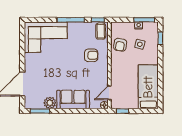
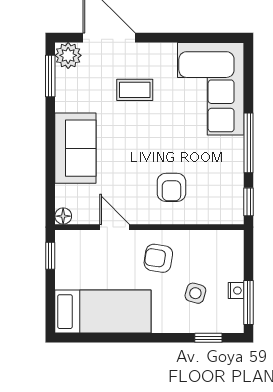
coffee table: (101, 31) -> (135, 90), moved
armchair: (120, 45) -> (158, 258), moved
door: (109, 93) -> (115, 227), moved
plant: (50, 103) -> (68, 55), moved

